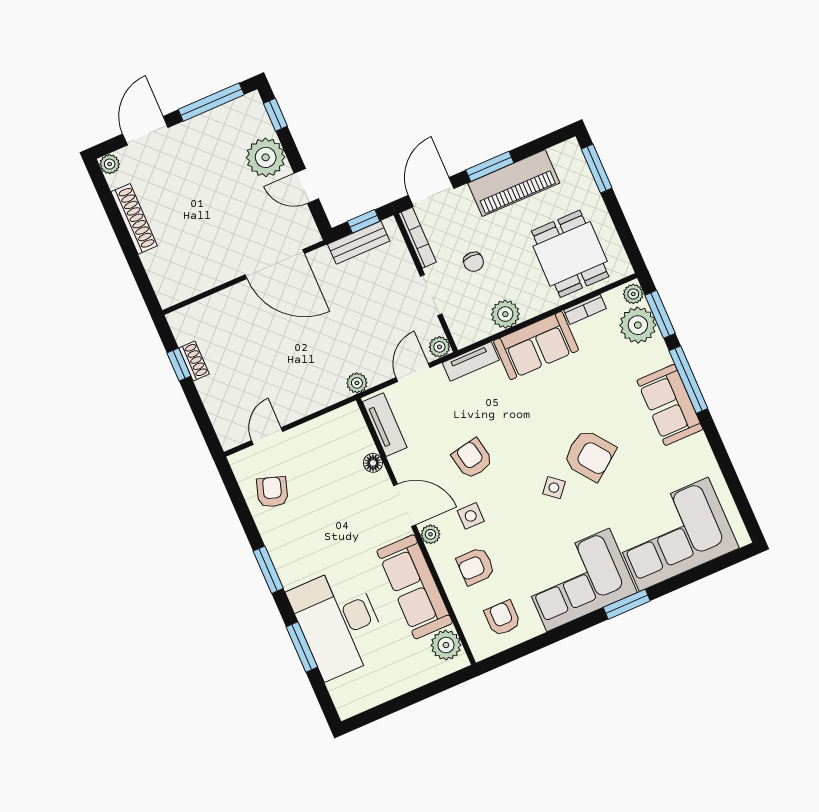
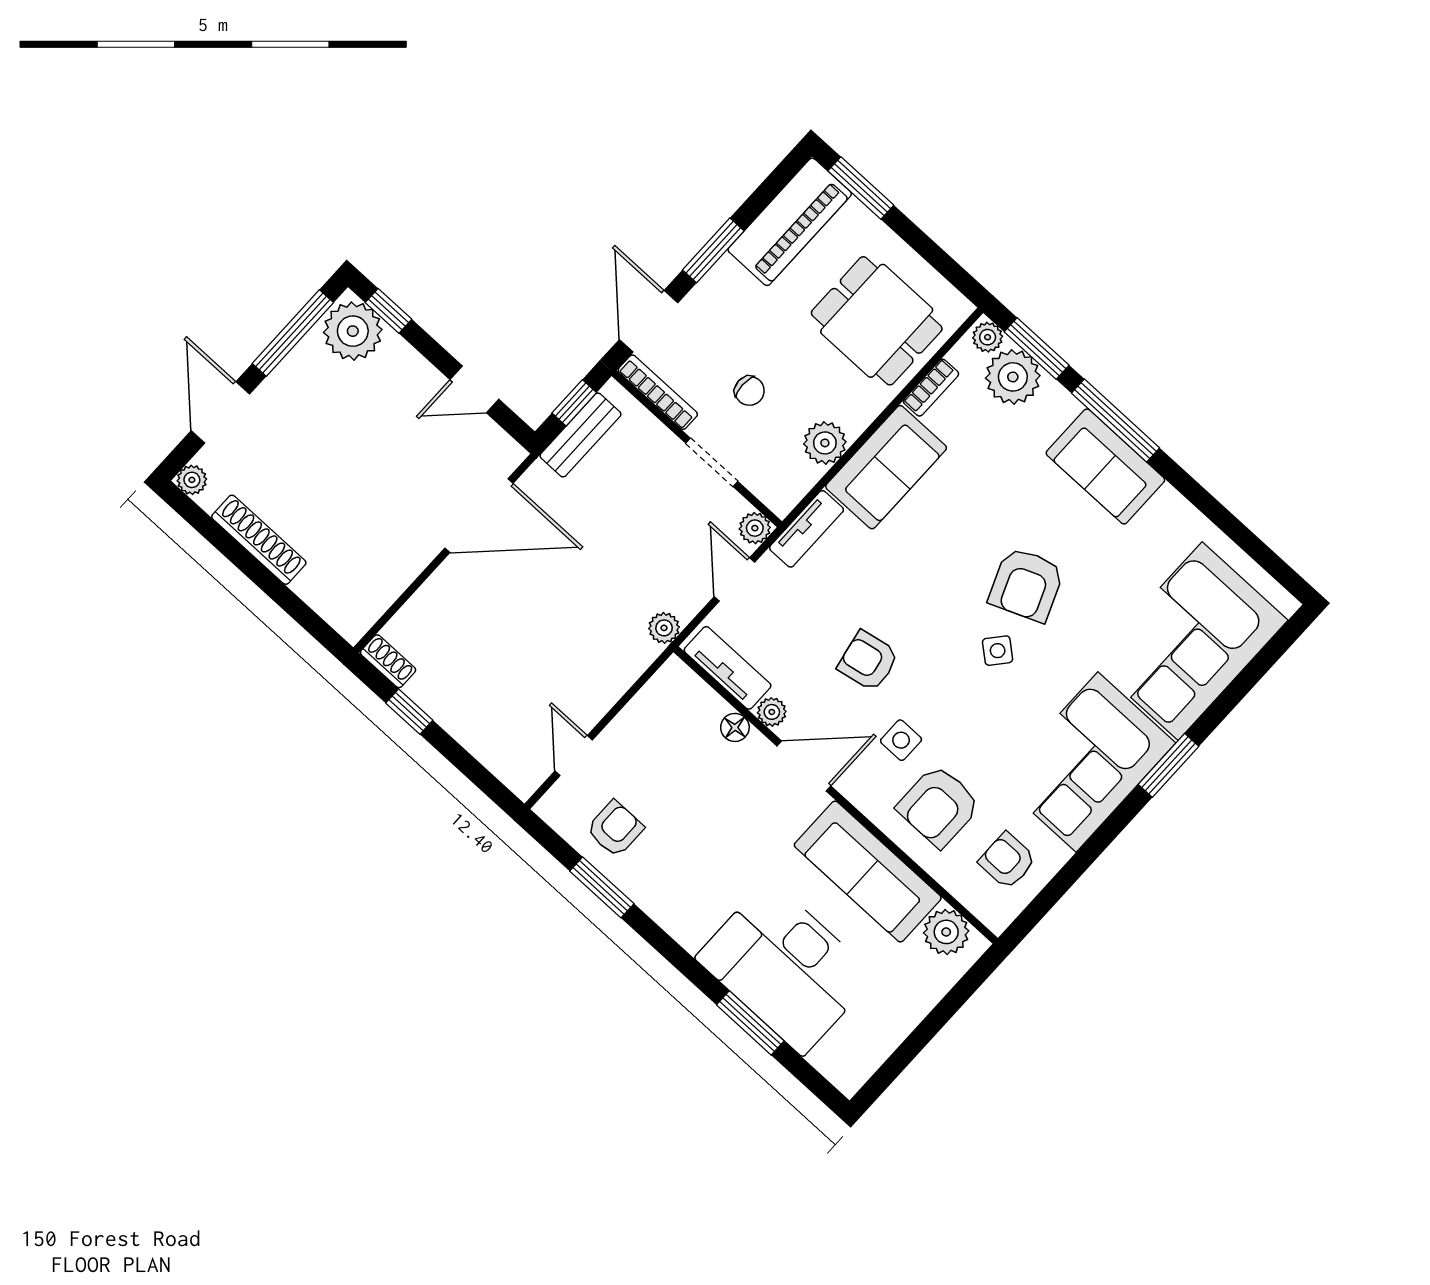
plant: (266, 157) -> (353, 331), moved
piano: (514, 183) -> (790, 222), moved
shoe rack: (194, 361) -> (388, 661), moved
armchair: (589, 455) -> (1026, 585), turned 105
armchair: (272, 492) -> (615, 829), turned 72
plant: (430, 534) -> (772, 712), moved
armchair: (476, 566) -> (939, 806), width x1.38, depth x1.38
window: (268, 570) -> (602, 887), moved

